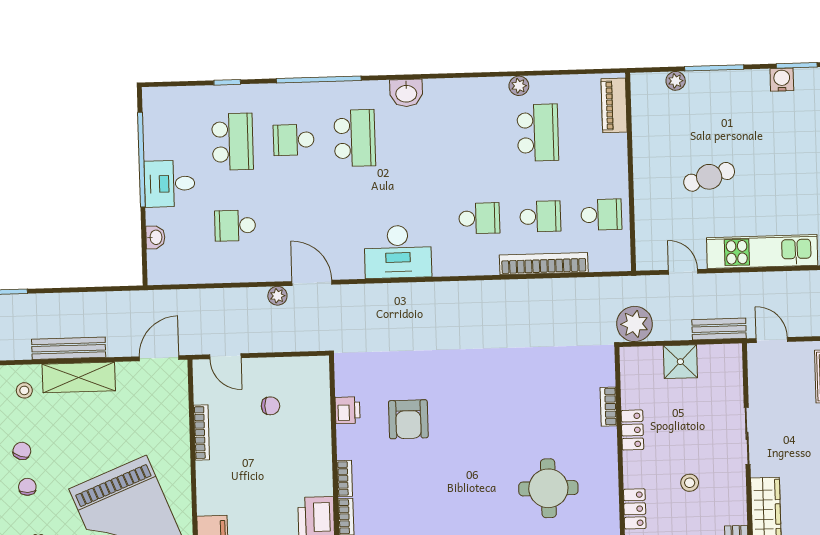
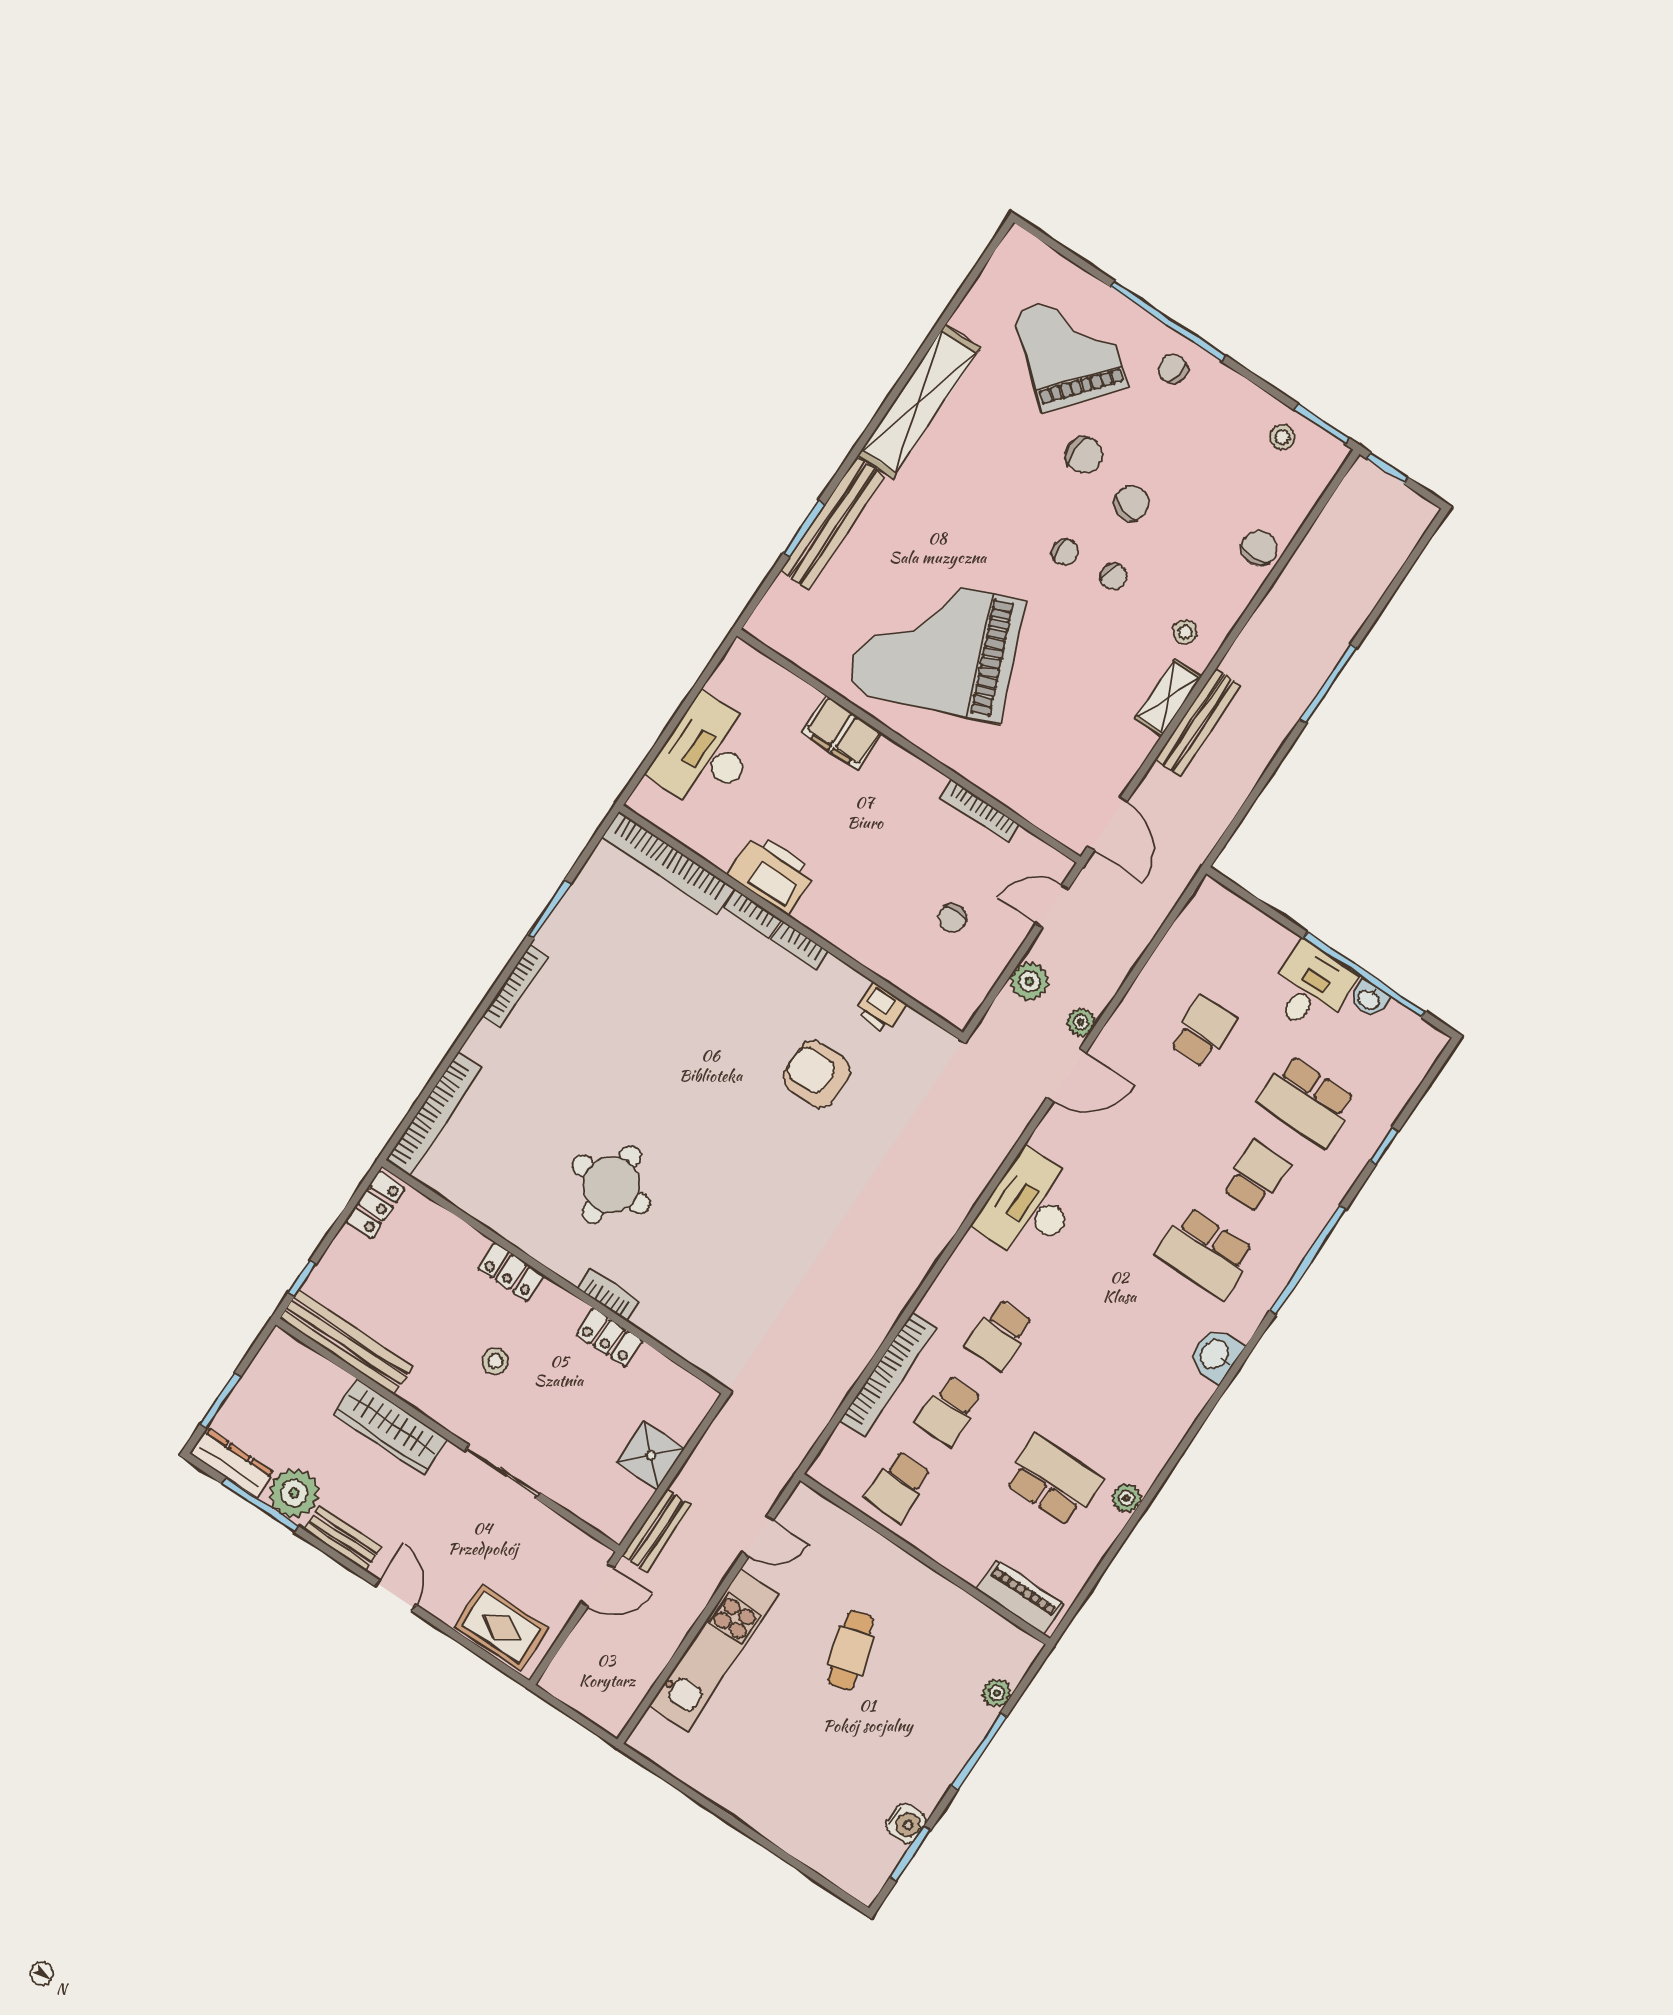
school desk: (538, 133) -> (1053, 1480), turned 180
washbasin: (155, 237) -> (1369, 999), moved
plant: (635, 324) -> (1029, 982), moved, width x0.73, depth x0.73
shelving: (79, 377) -> (1168, 697), width x0.67, depth x0.75
bookcase: (608, 407) -> (609, 1295), moved

